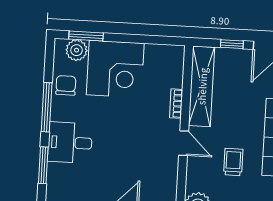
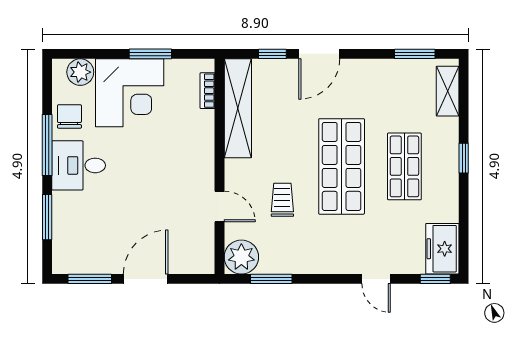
window: (86, 36) -> (150, 54), moved
bookcase: (176, 104) -> (207, 91), moved
desk: (70, 143) -> (79, 165), moved
door: (184, 143) -> (219, 206), moved

